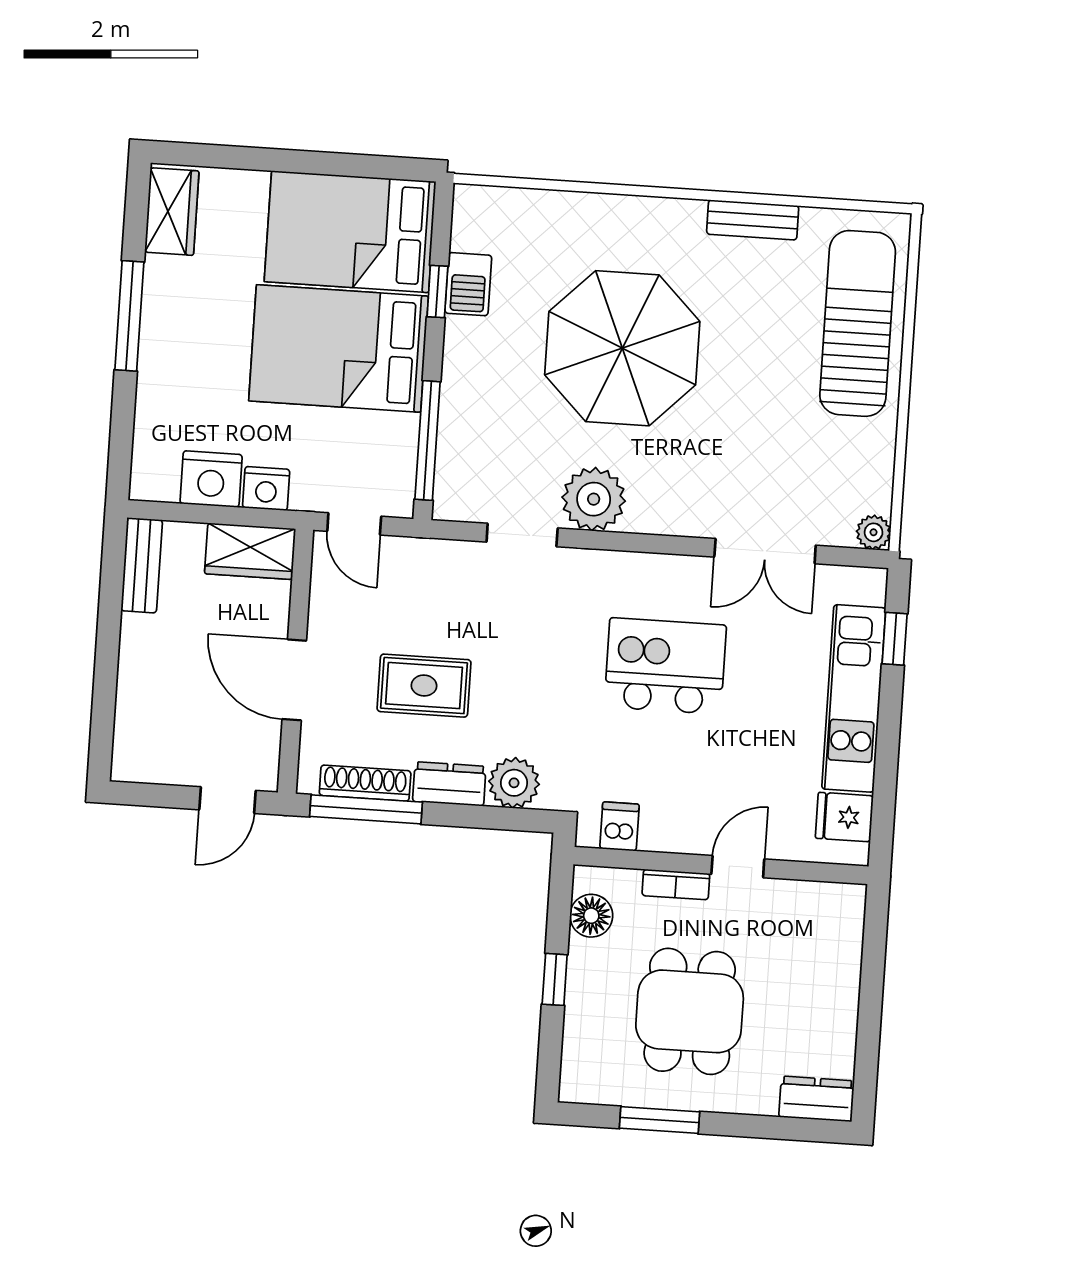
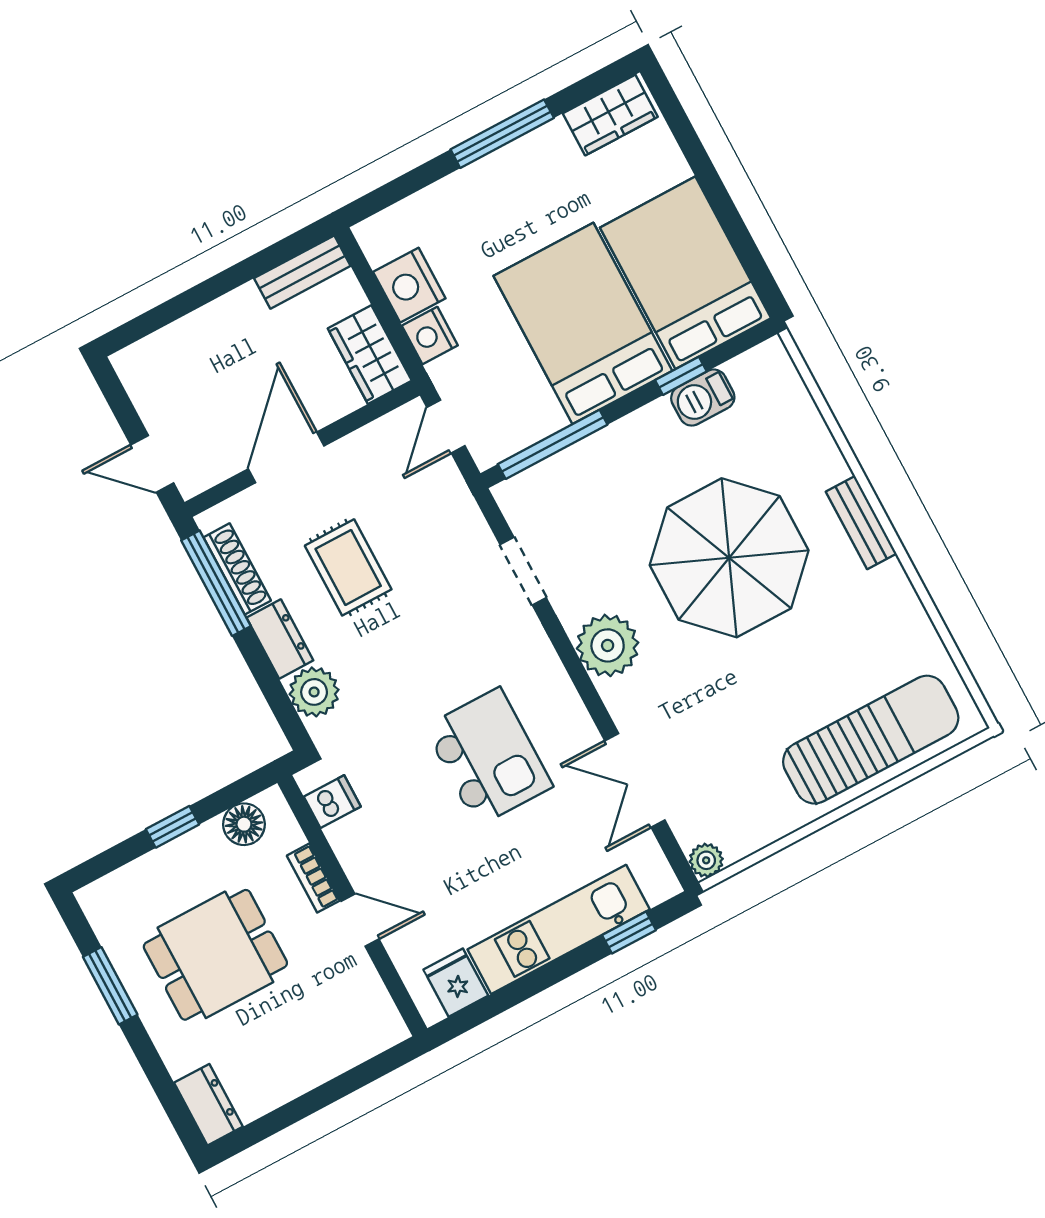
bench: (753, 220) -> (861, 523), moved
plant: (594, 499) -> (608, 645), moved

